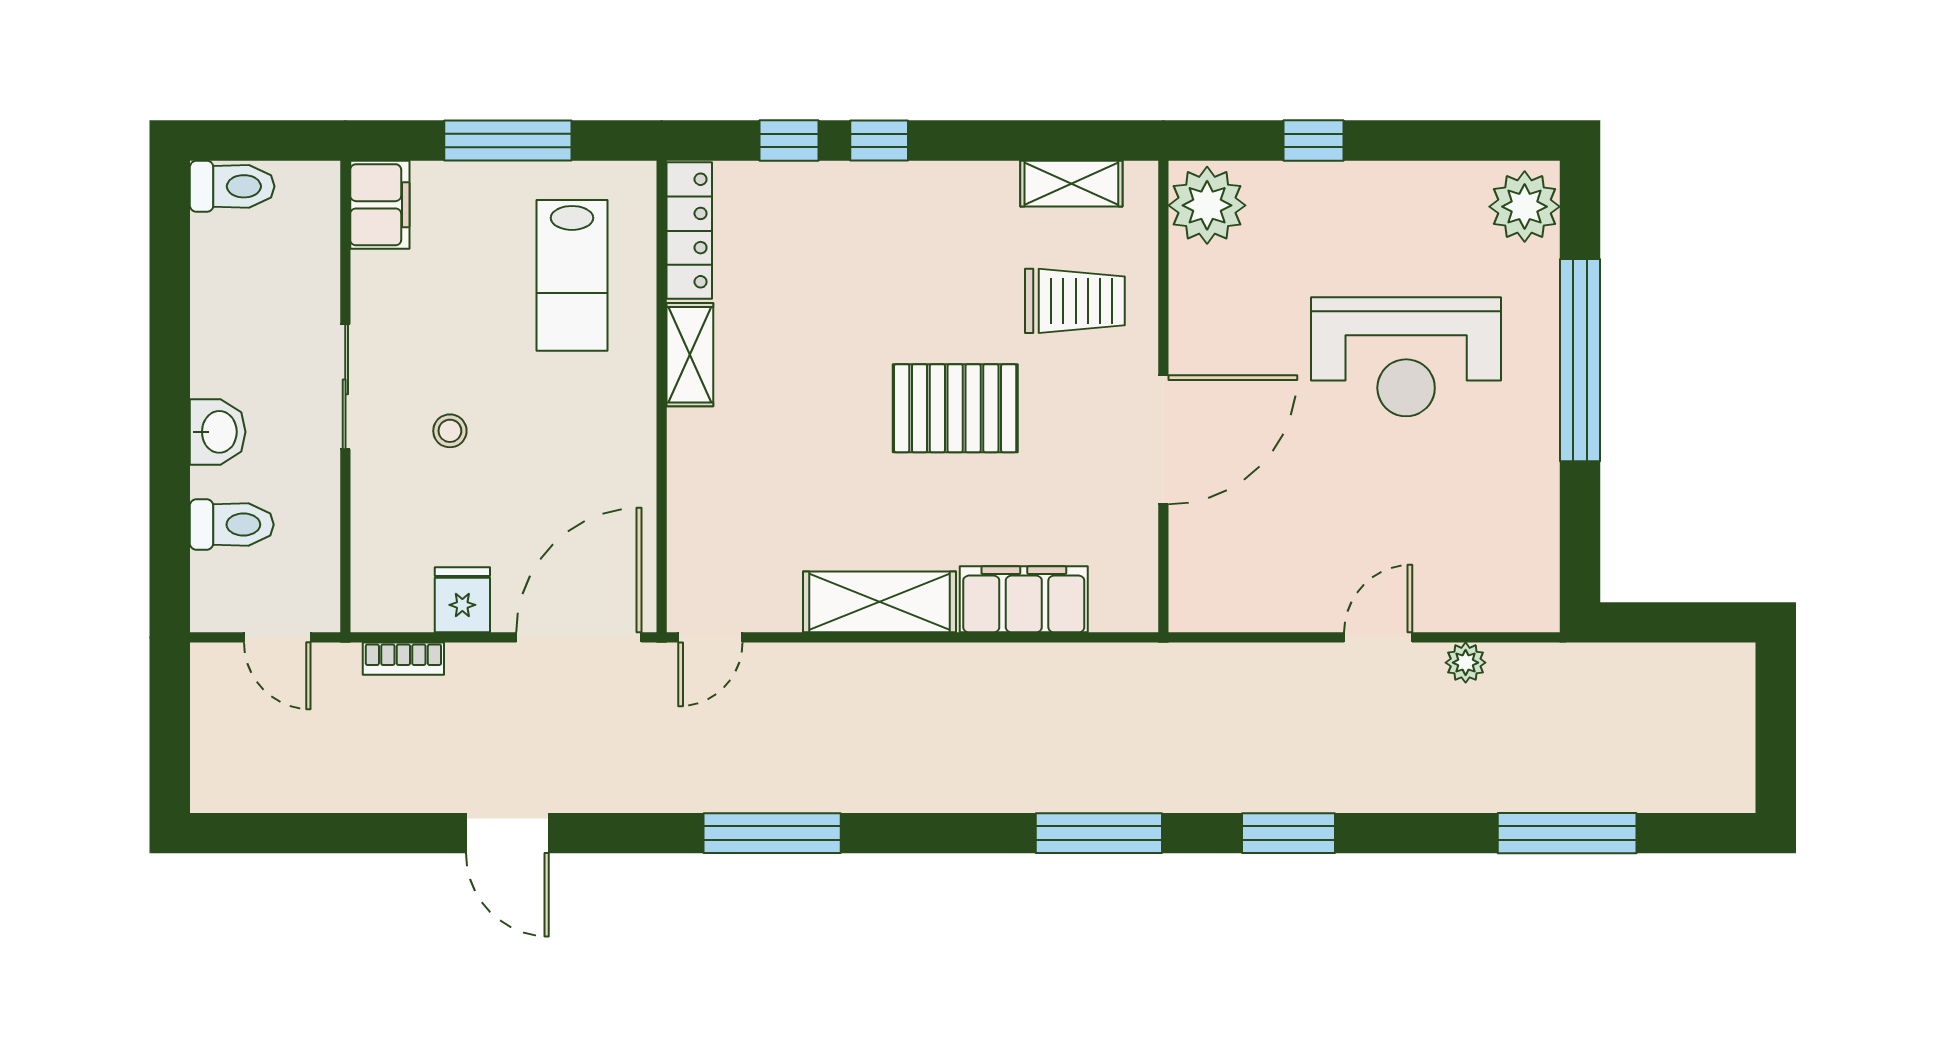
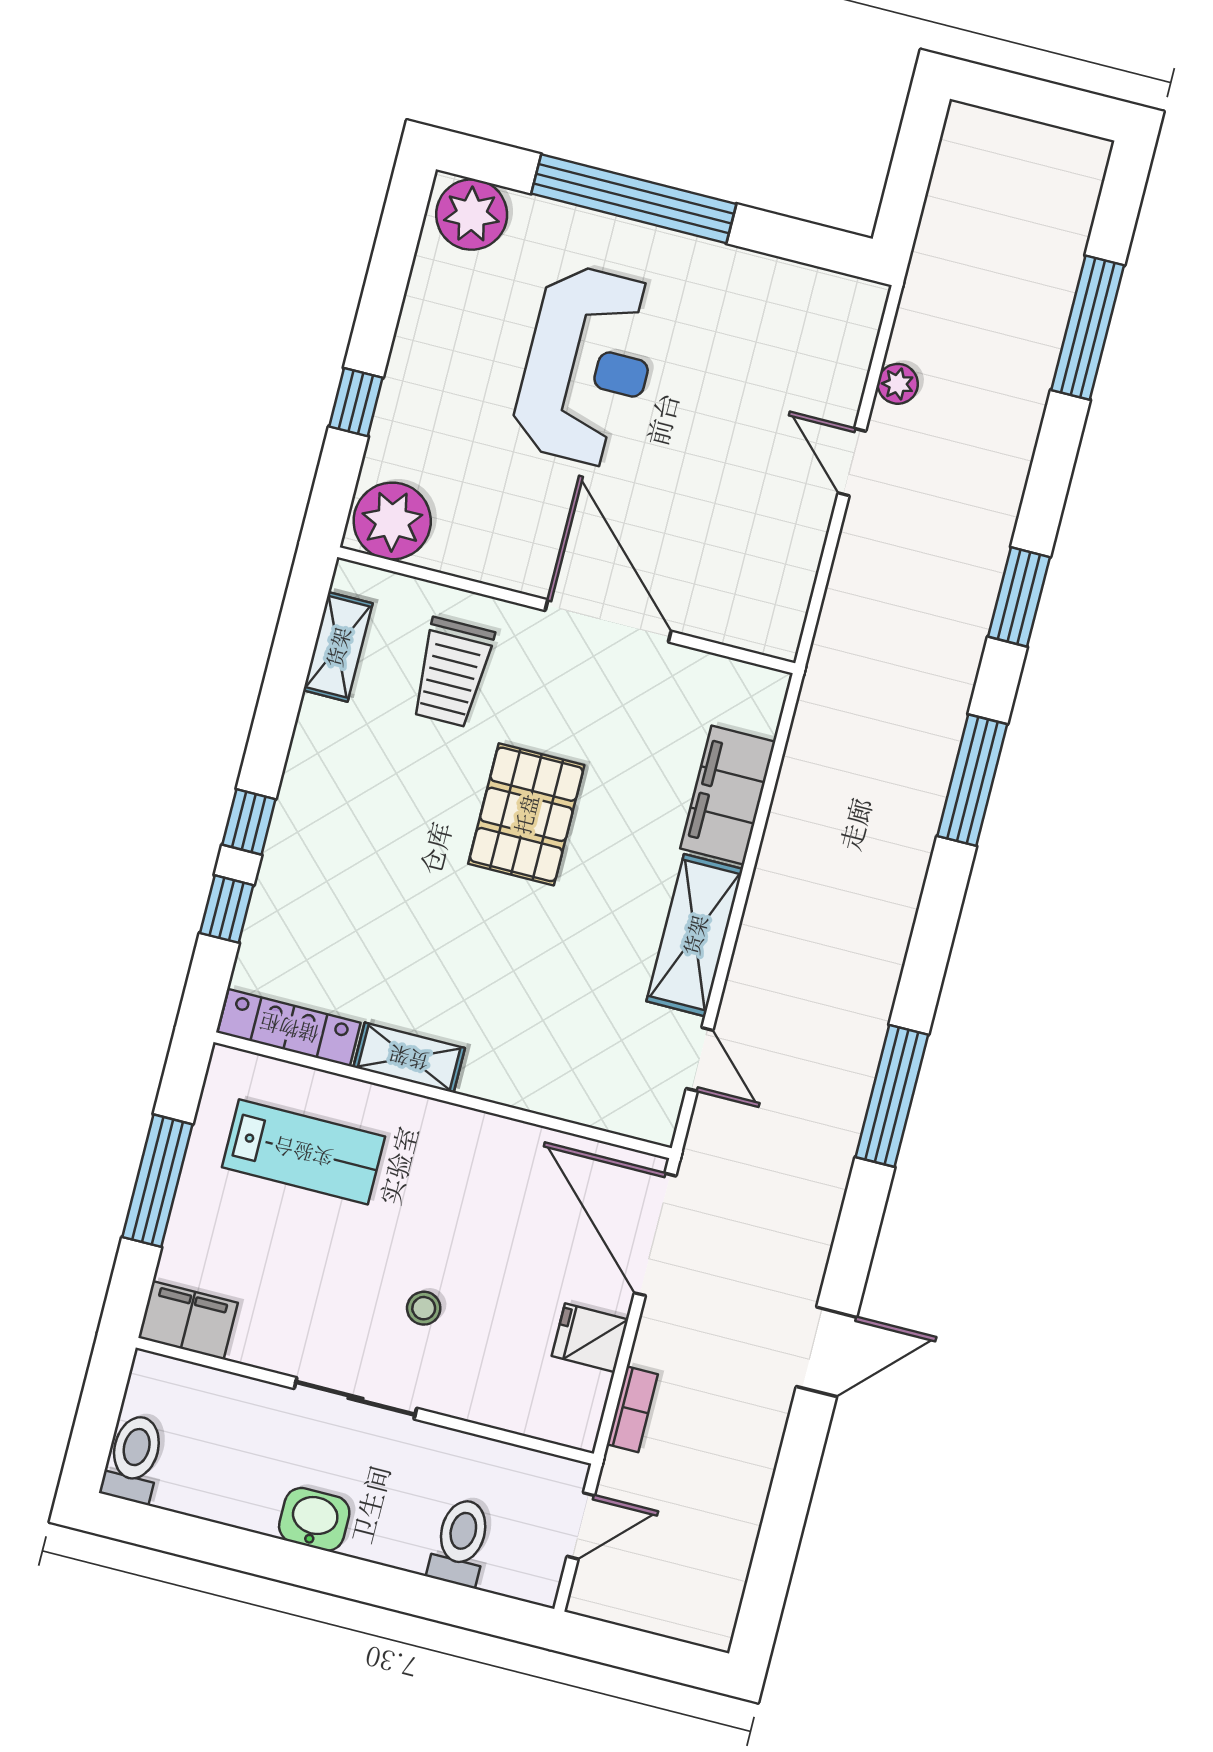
trolley: (1075, 301) -> (452, 672), turned 180
washbasin: (218, 432) -> (314, 1519), moved
door: (710, 637) -> (700, 1059), moved

